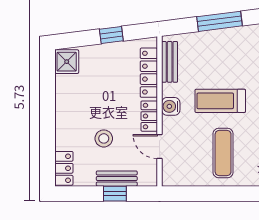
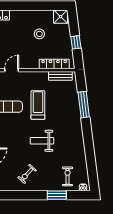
water cooler: (171, 106) -> (35, 77), removed
locker: (149, 116) -> (29, 64), removed
stool: (104, 138) -> (39, 34), moved

